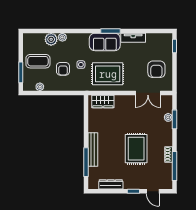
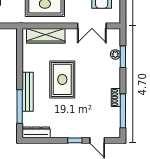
wardrobe: (103, 101) -> (46, 36), width x1.50
rug: (136, 149) -> (62, 79), moved
dresser: (111, 184) -> (36, 132), moved

